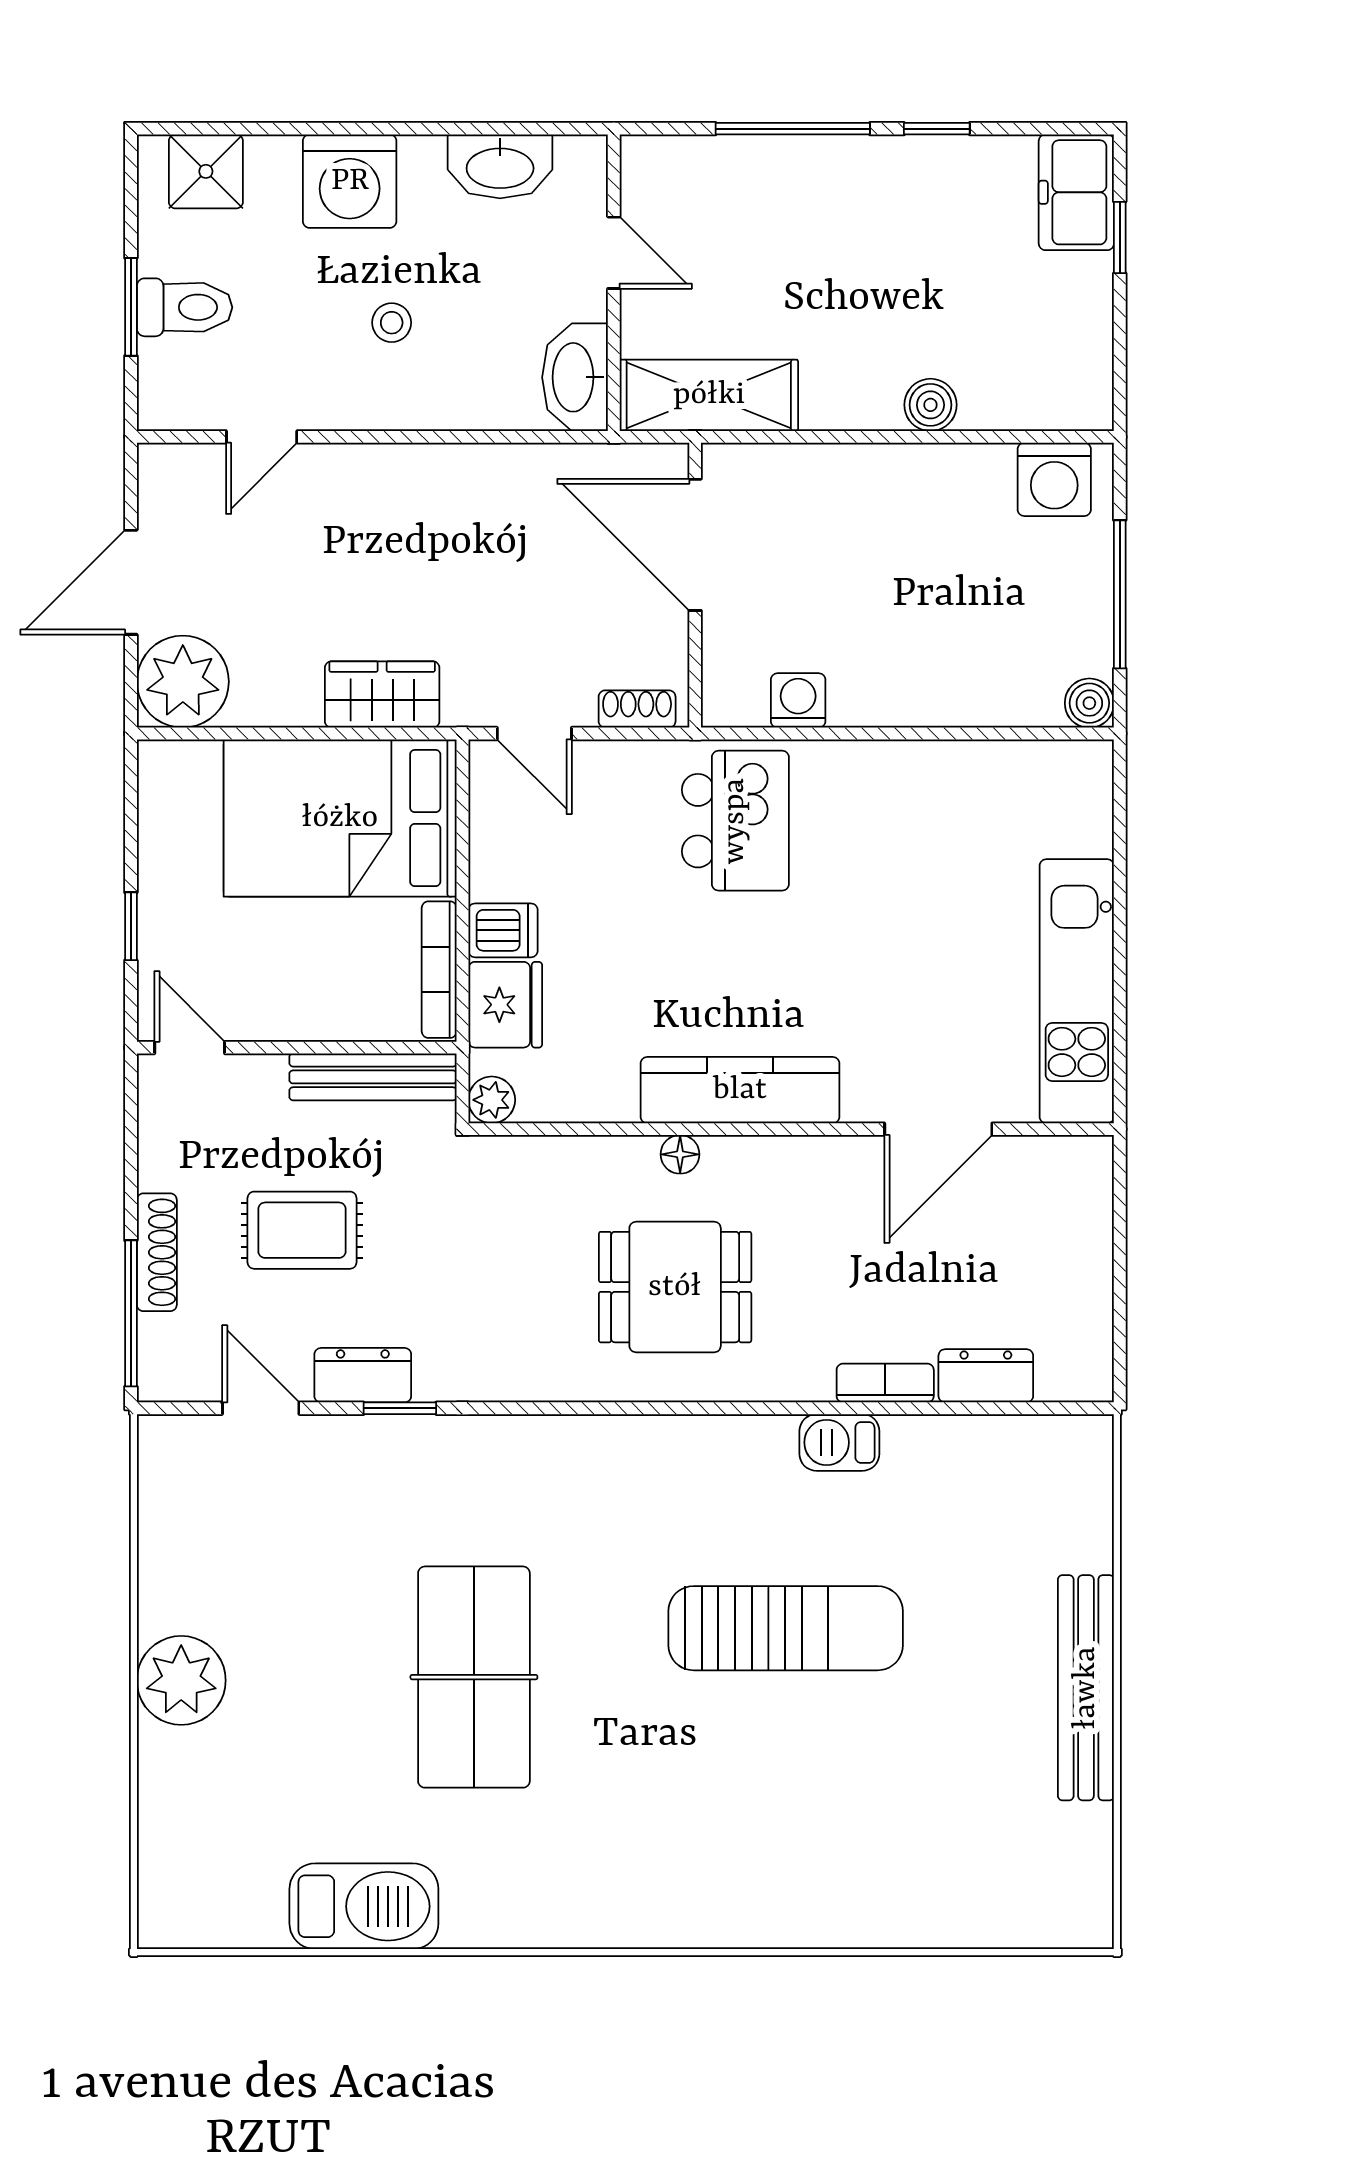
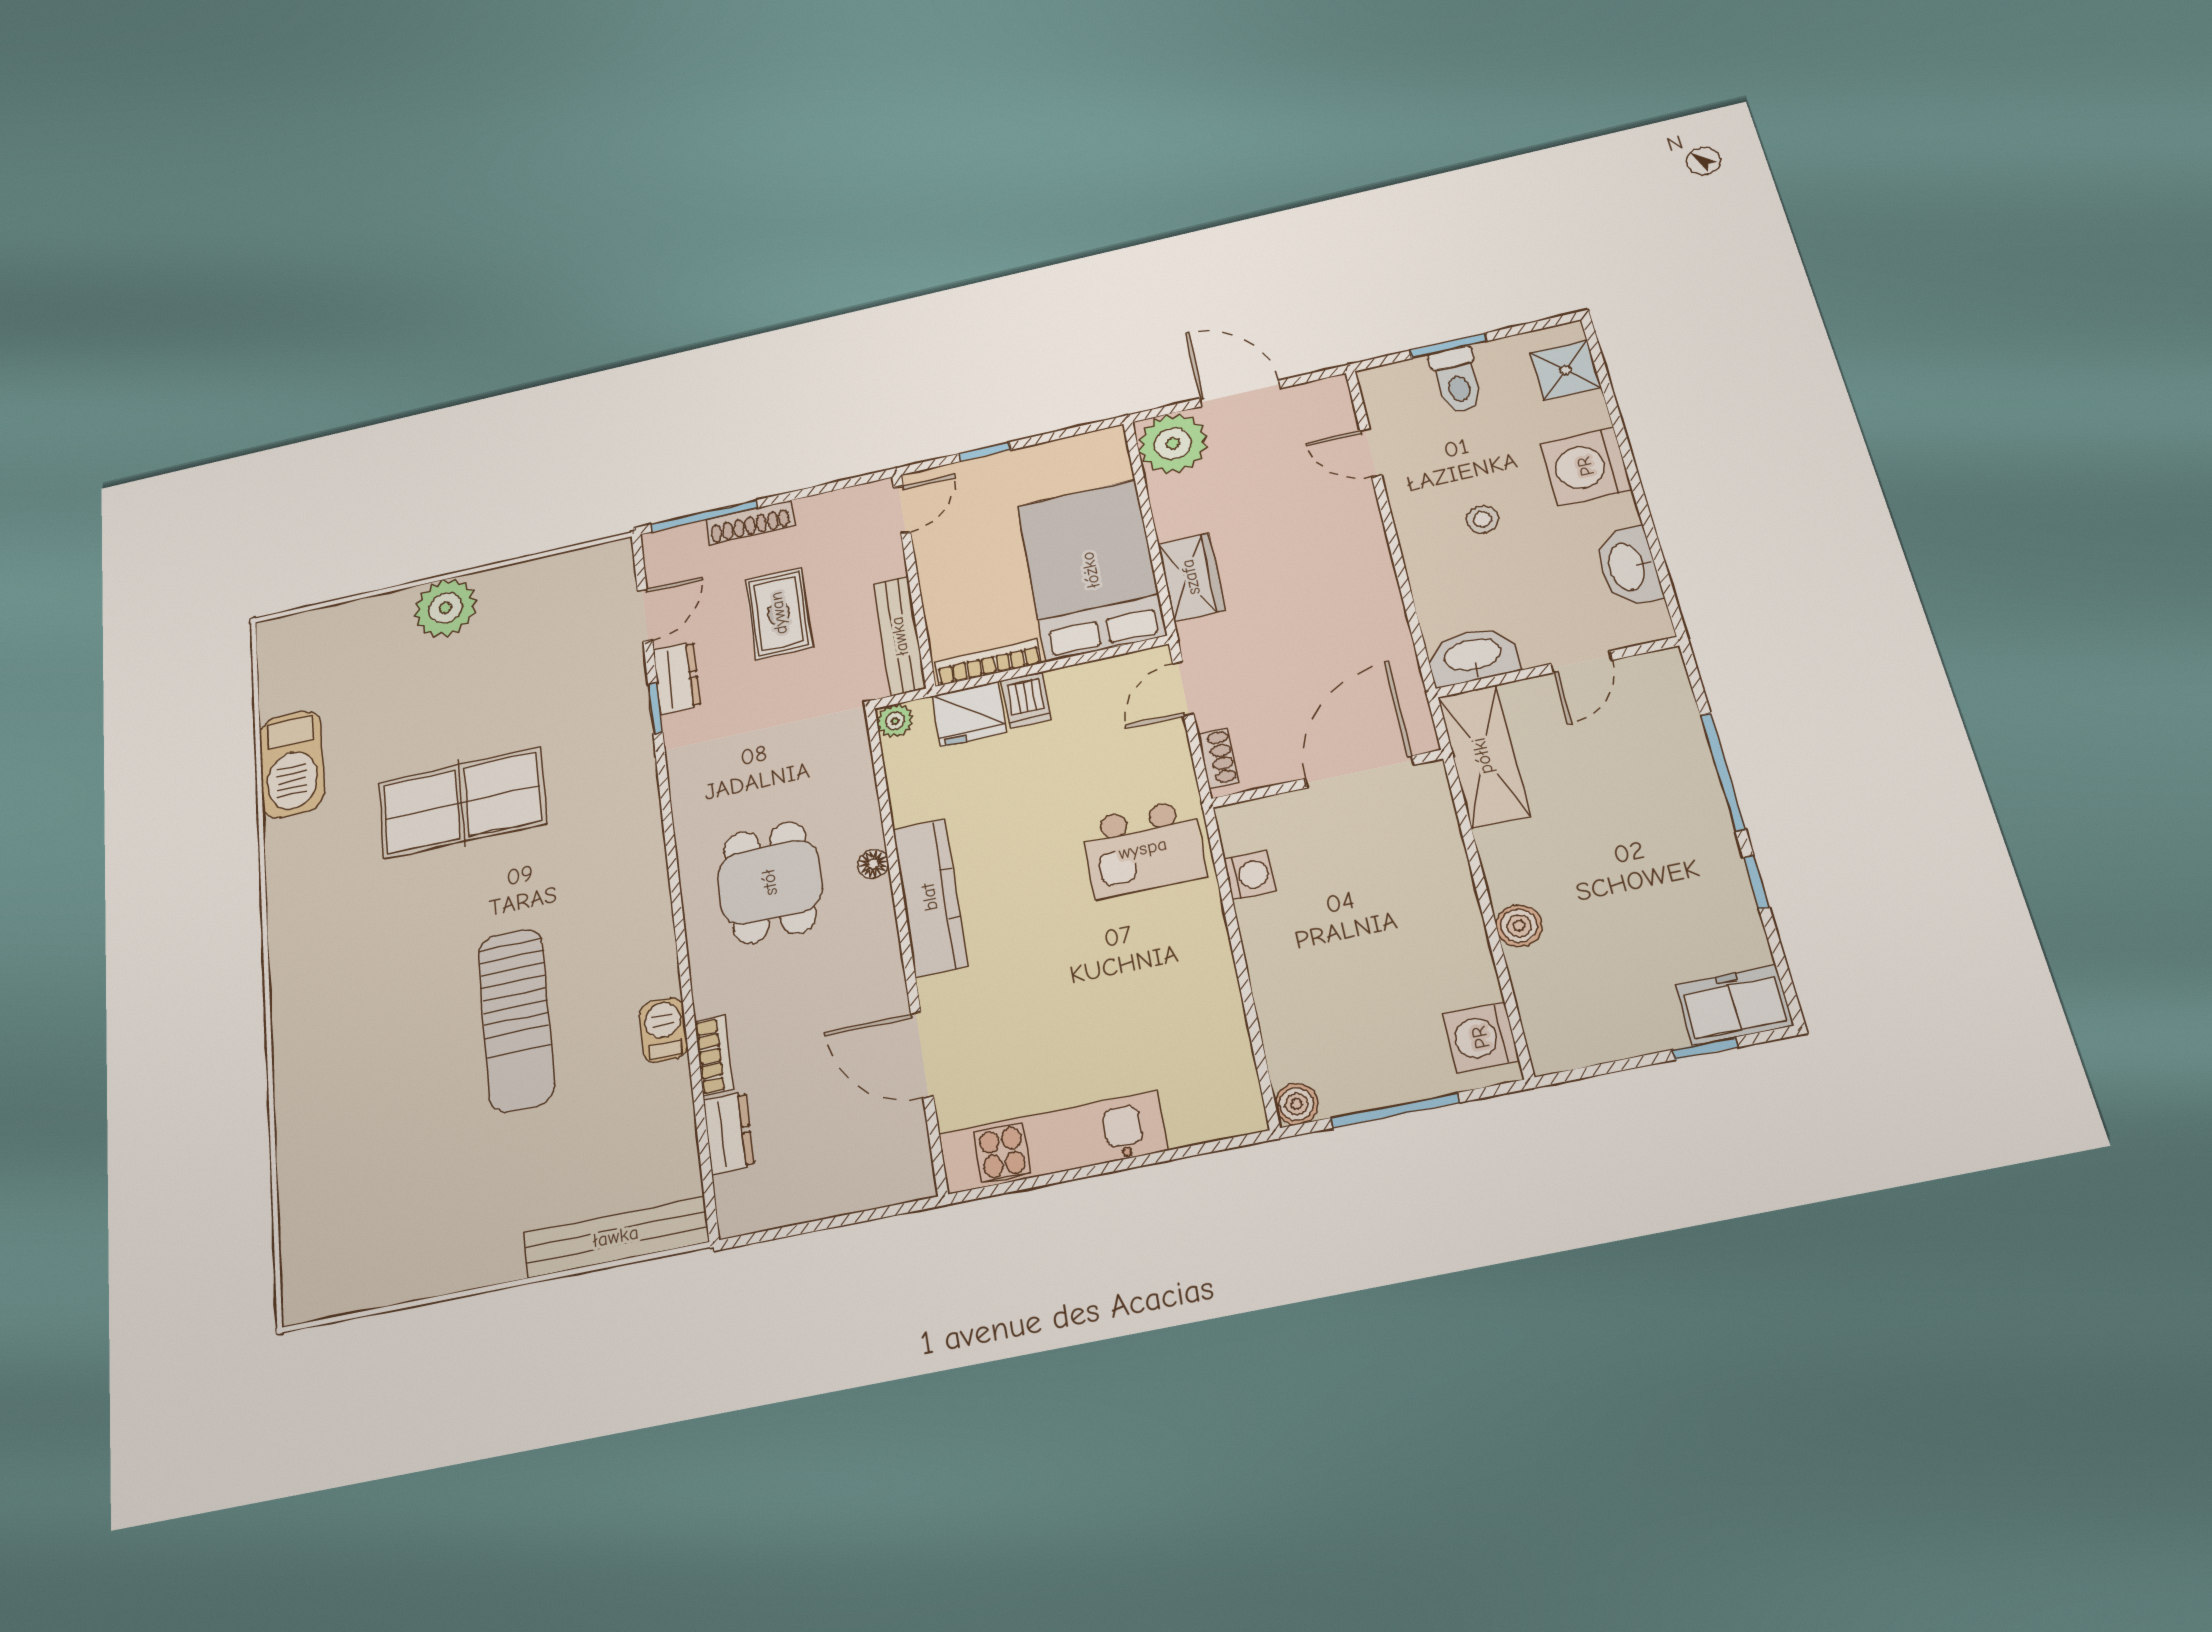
bench: (1086, 1688) -> (616, 1237), moved

